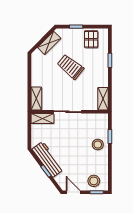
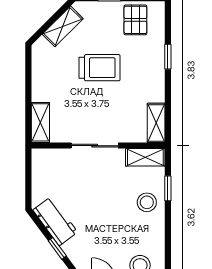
trolley: (70, 67) -> (99, 68), turned 141
shelving: (42, 119) -> (145, 157), moved
workbench: (48, 159) -> (55, 221), width x0.73

